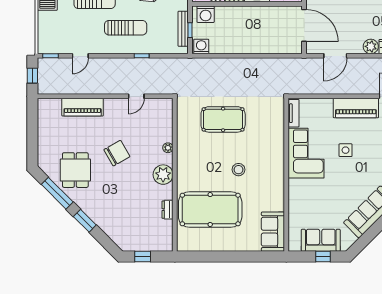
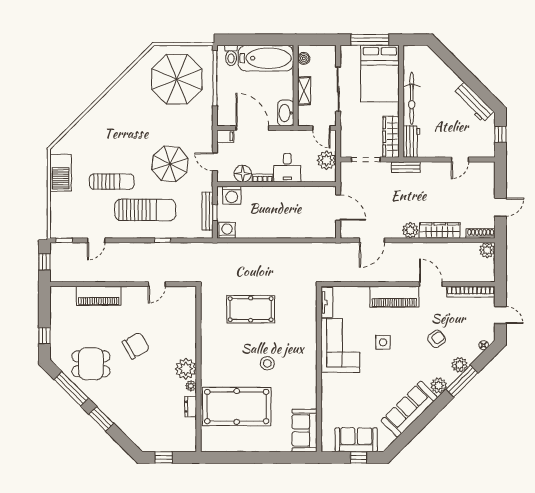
door: (304, 25) -> (338, 208), width x0.73
sun lounger: (126, 28) -> (145, 210), width x1.36, depth x1.34
window: (32, 144) -> (44, 336), added
plant: (168, 148) -> (191, 386), moved
dining table: (75, 170) -> (91, 364), turned 90

